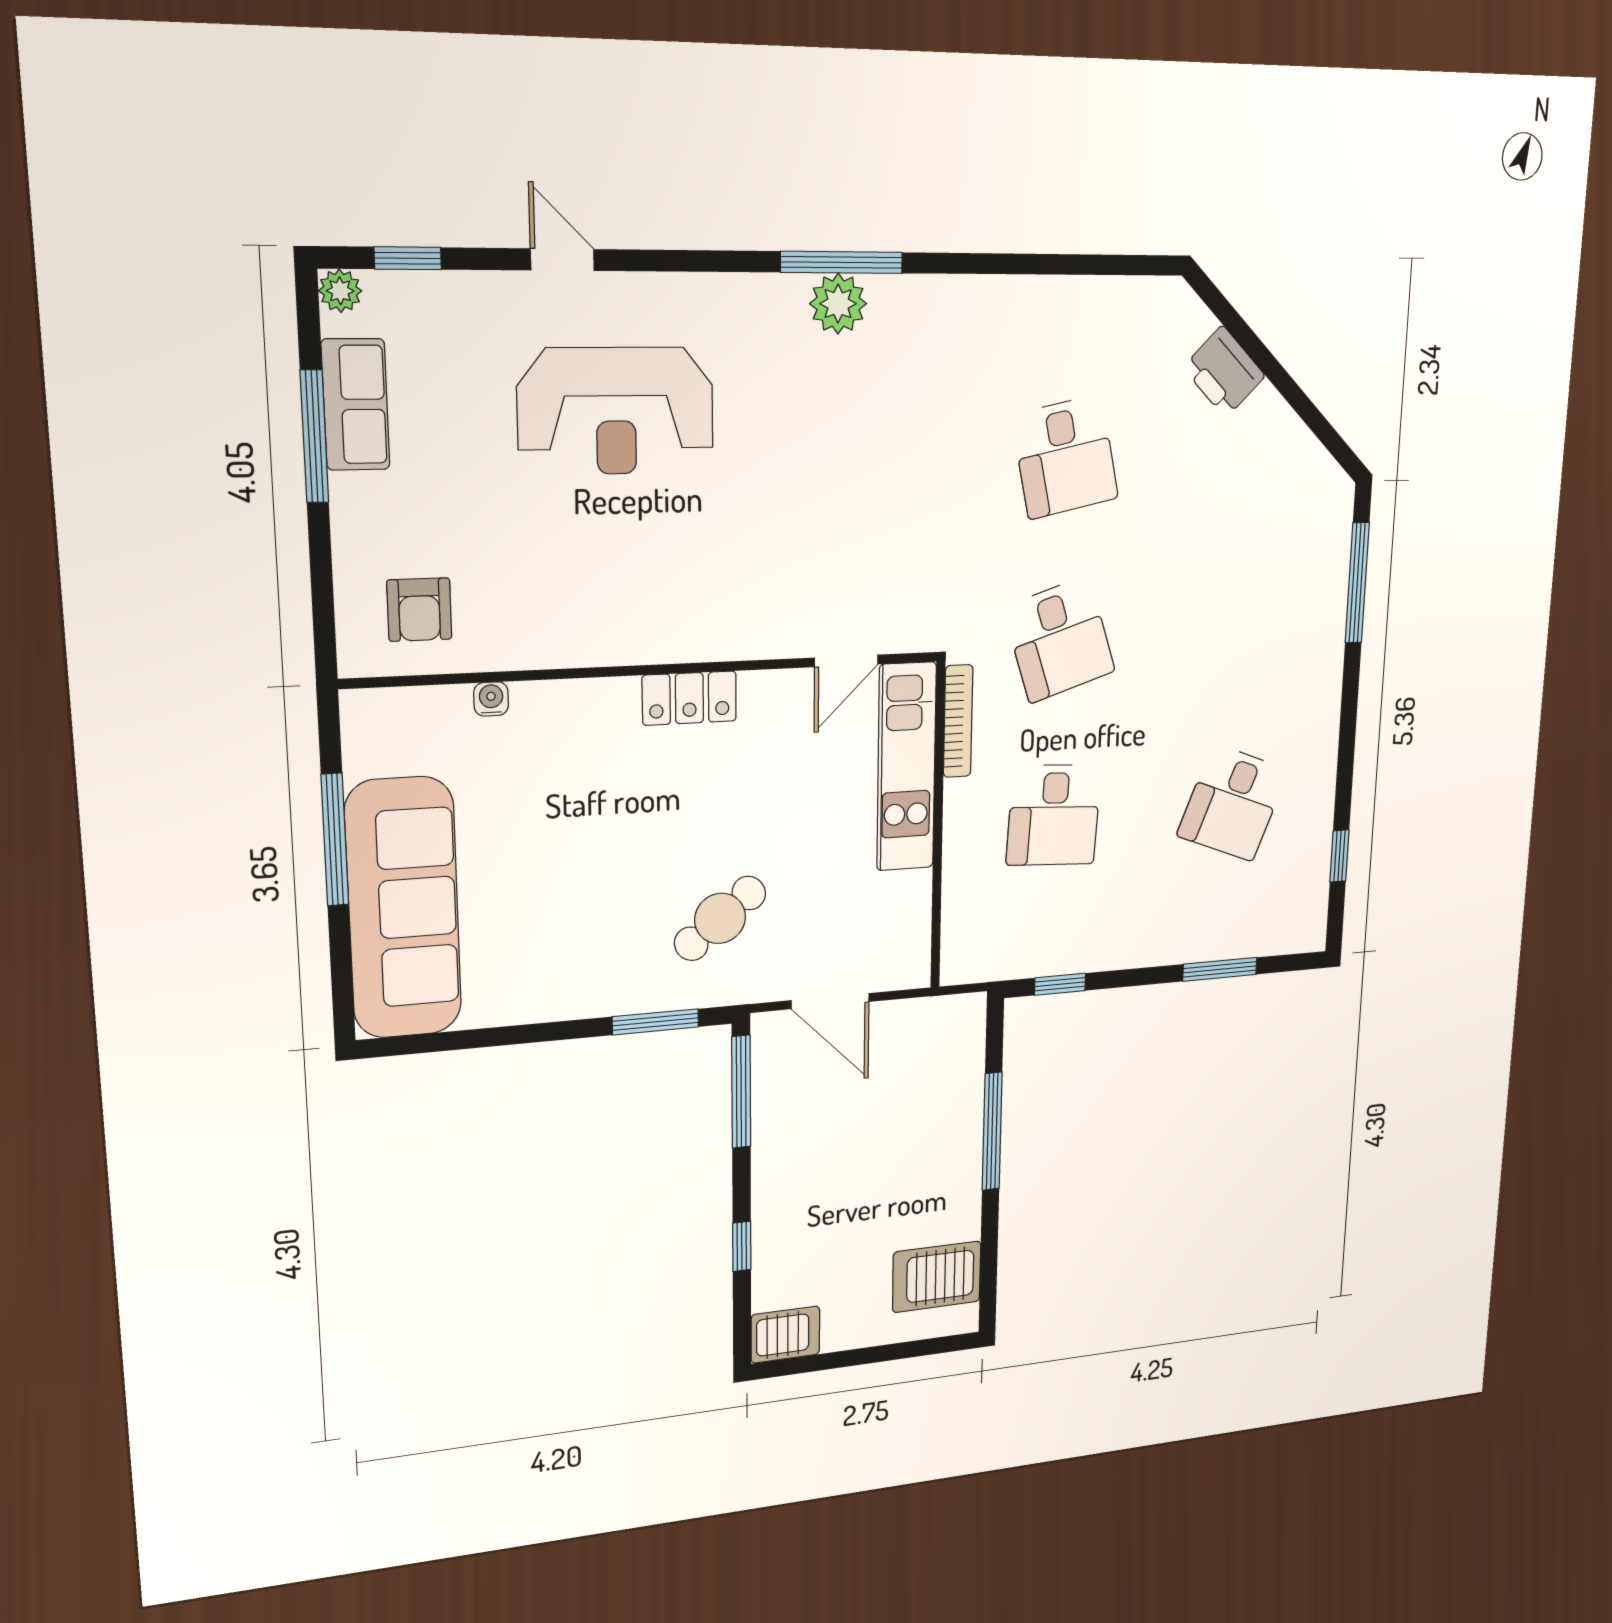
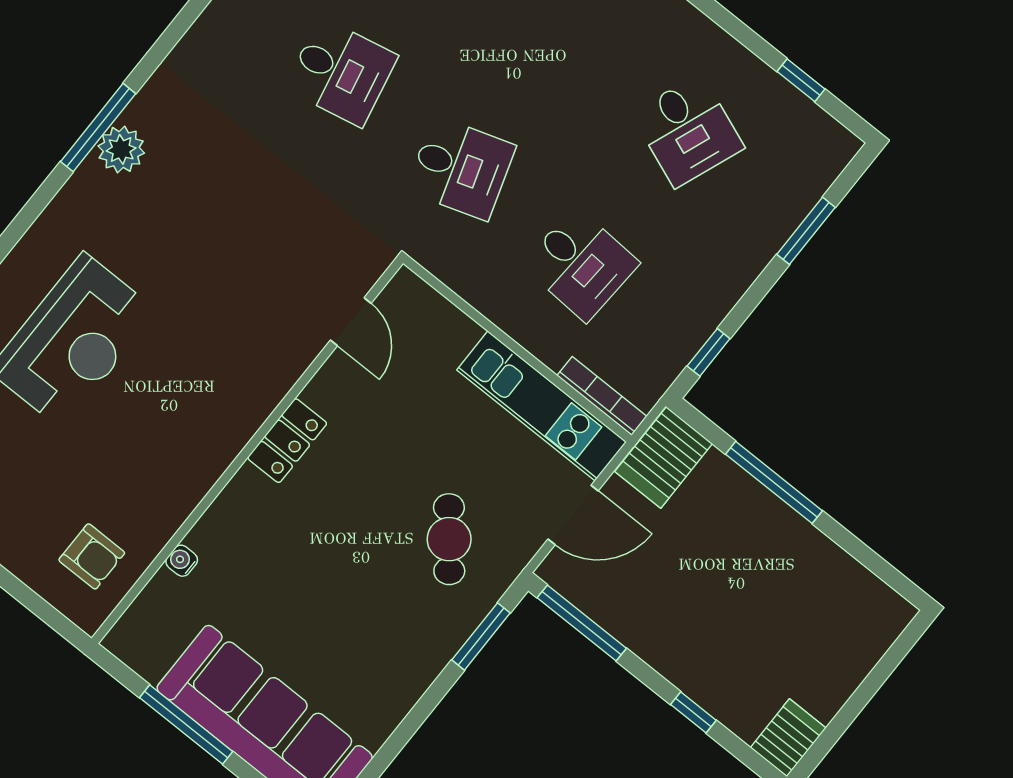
bookcase: (958, 721) -> (602, 396), moved
kitchen unit: (906, 767) -> (542, 406), moved
server rack: (937, 1277) -> (664, 458), moved

